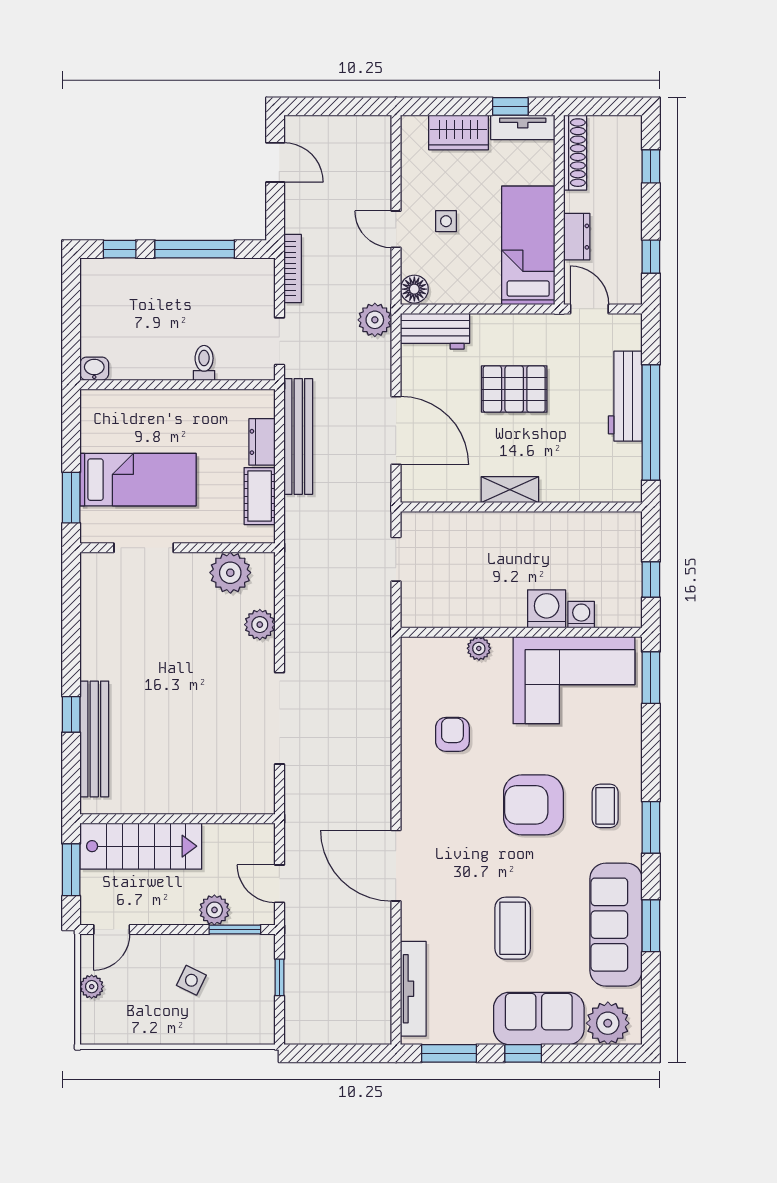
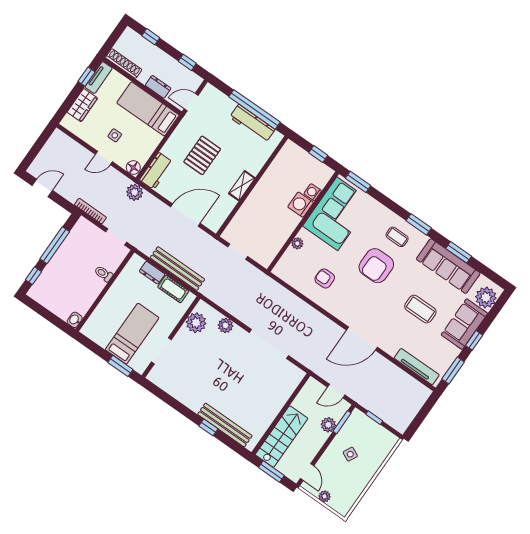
workbench: (625, 396) -> (252, 123), moved
bench: (298, 436) -> (177, 269), moved

